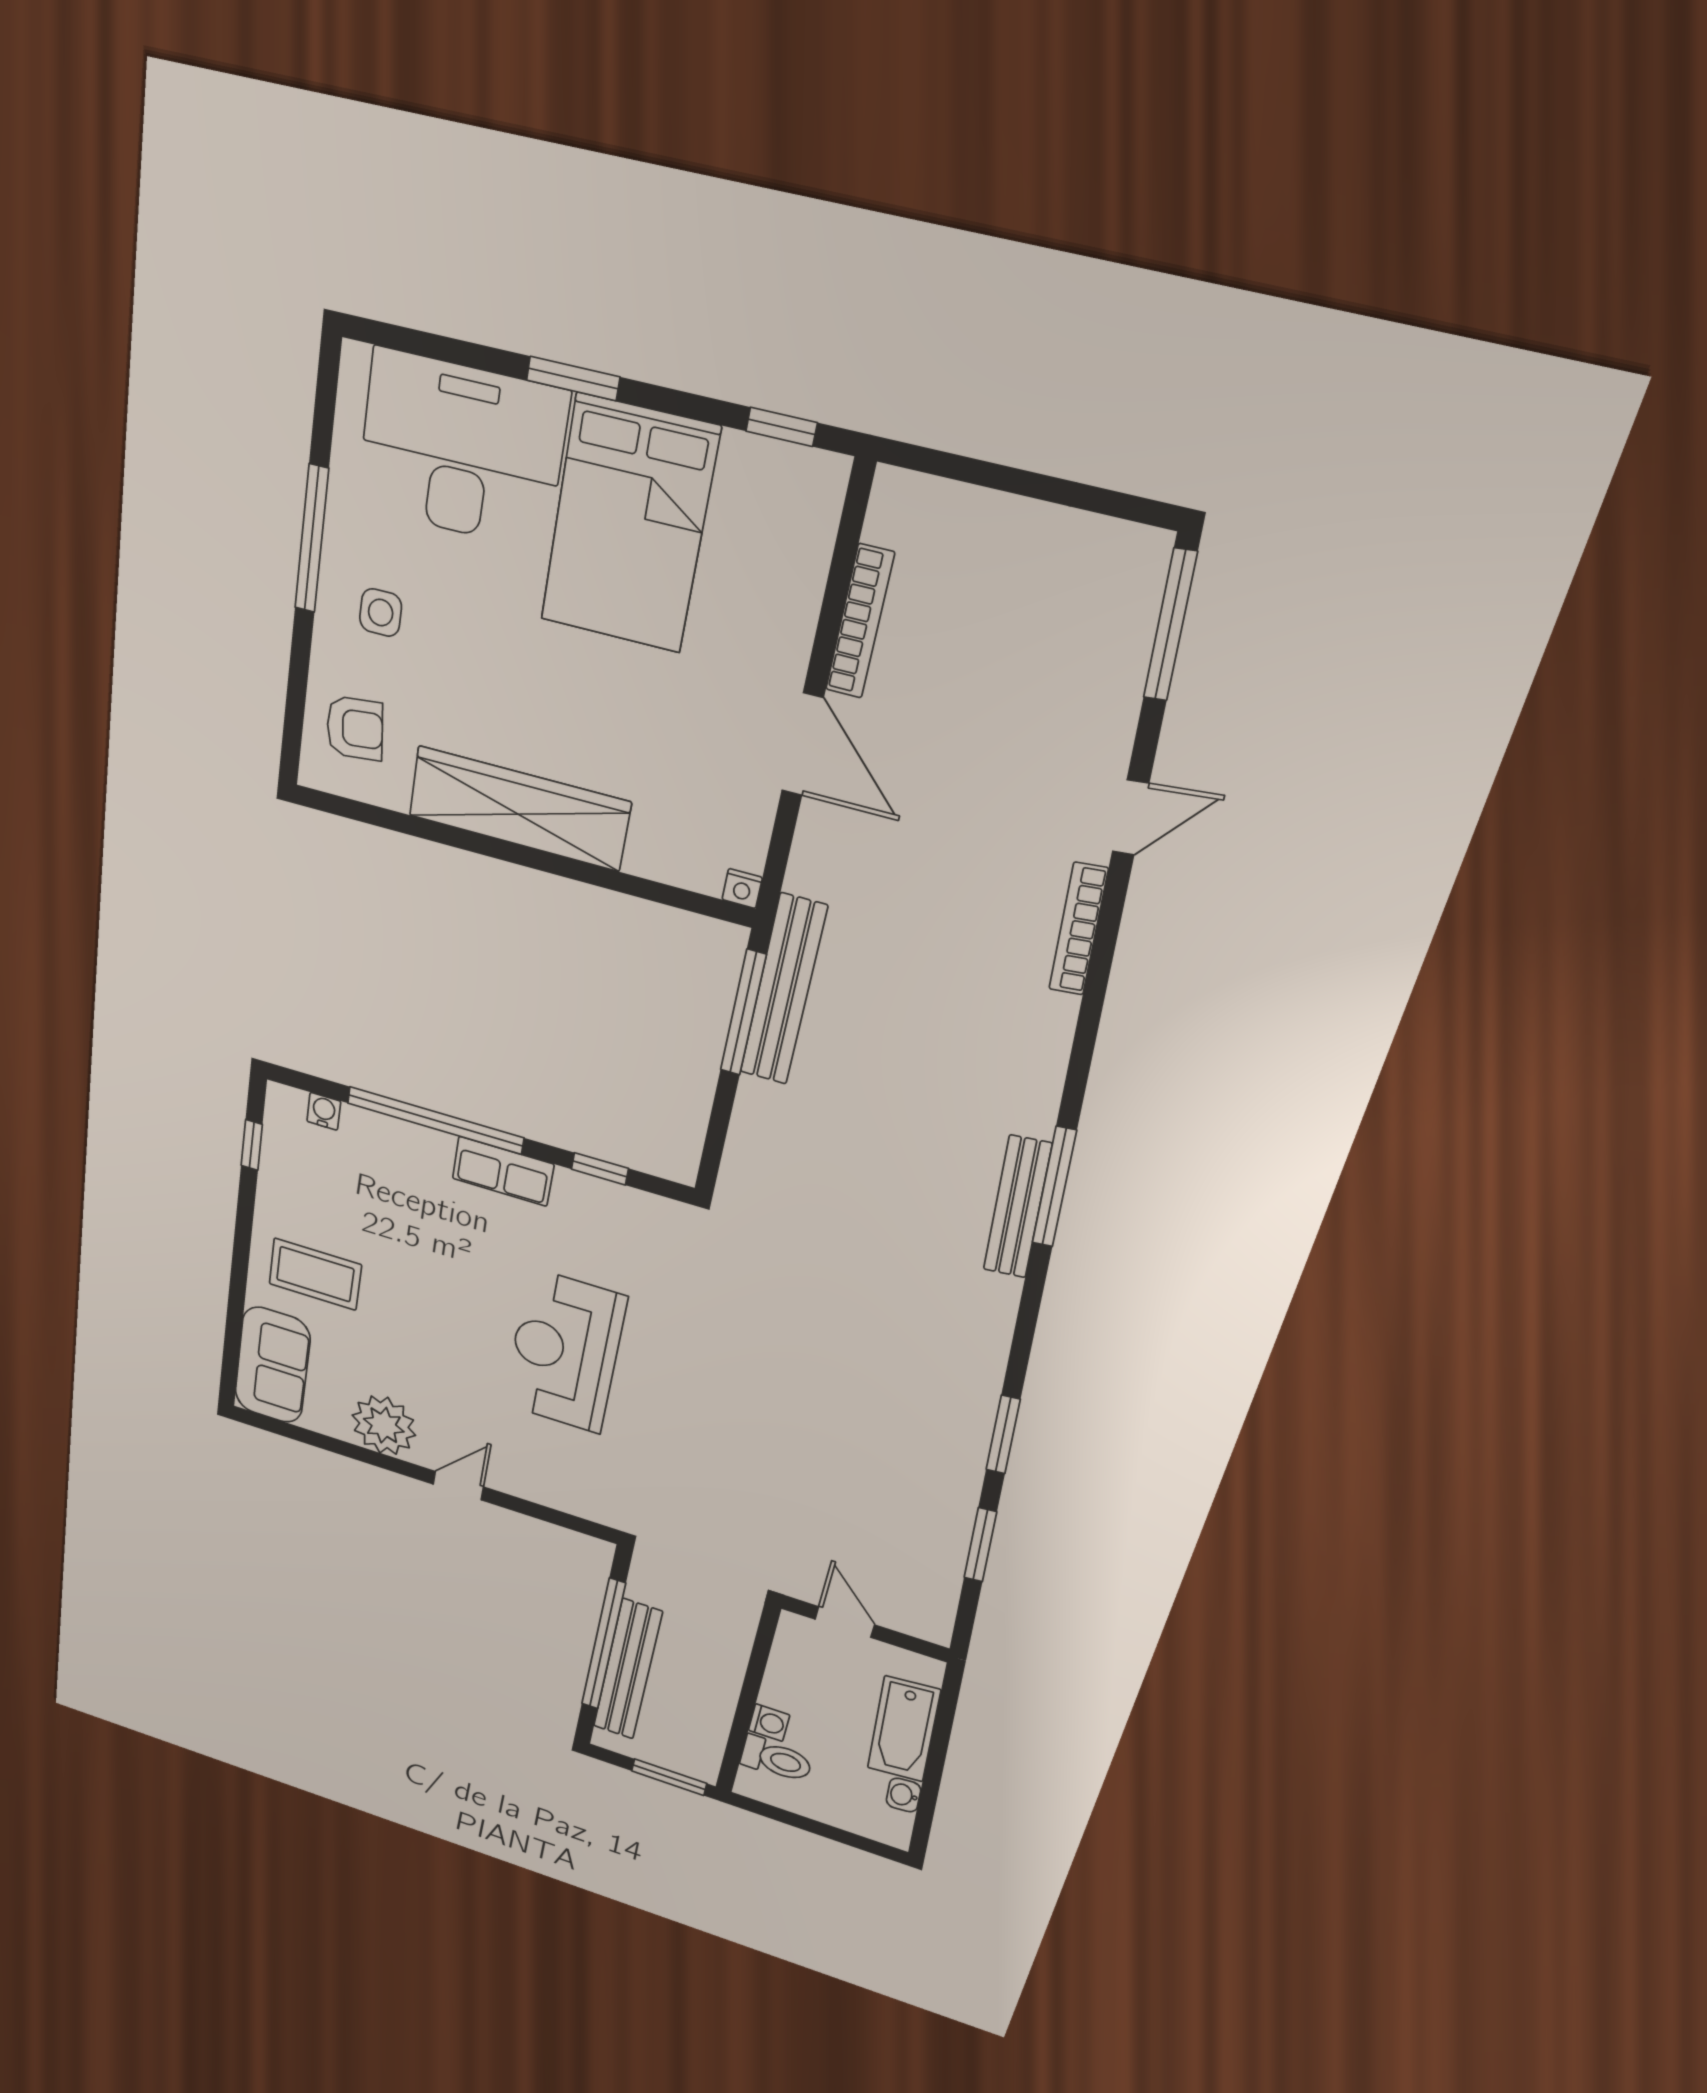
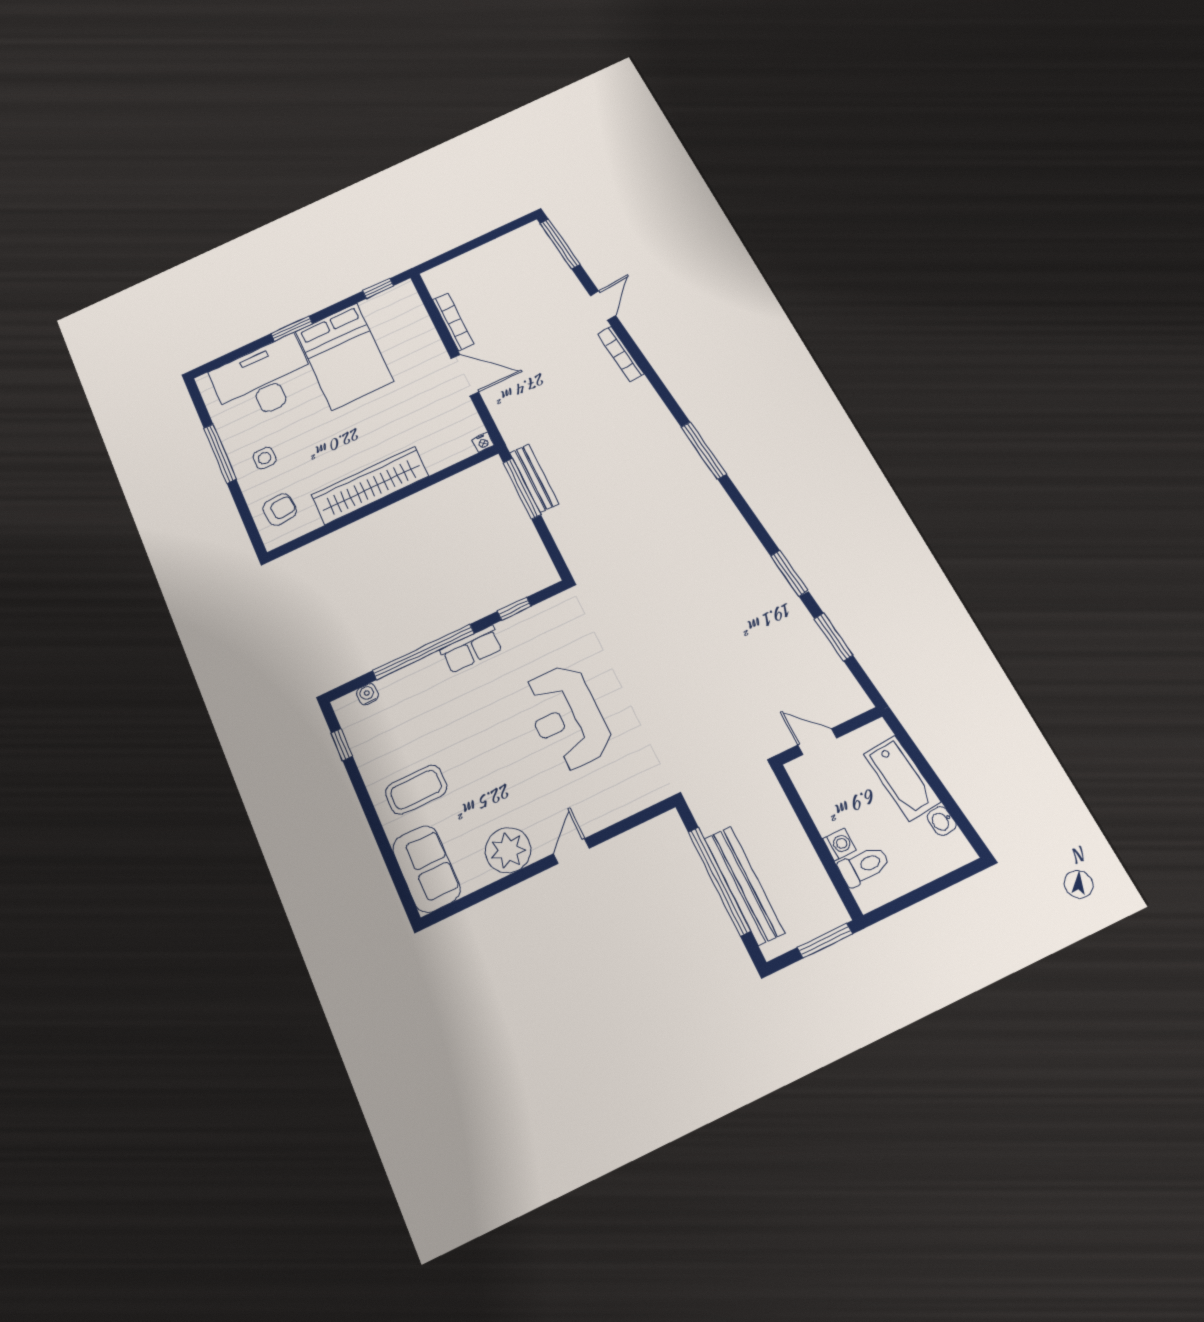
bench: (783, 990) -> (534, 478), width x0.73, depth x0.82
bench: (1017, 1207) -> (698, 471), removed

